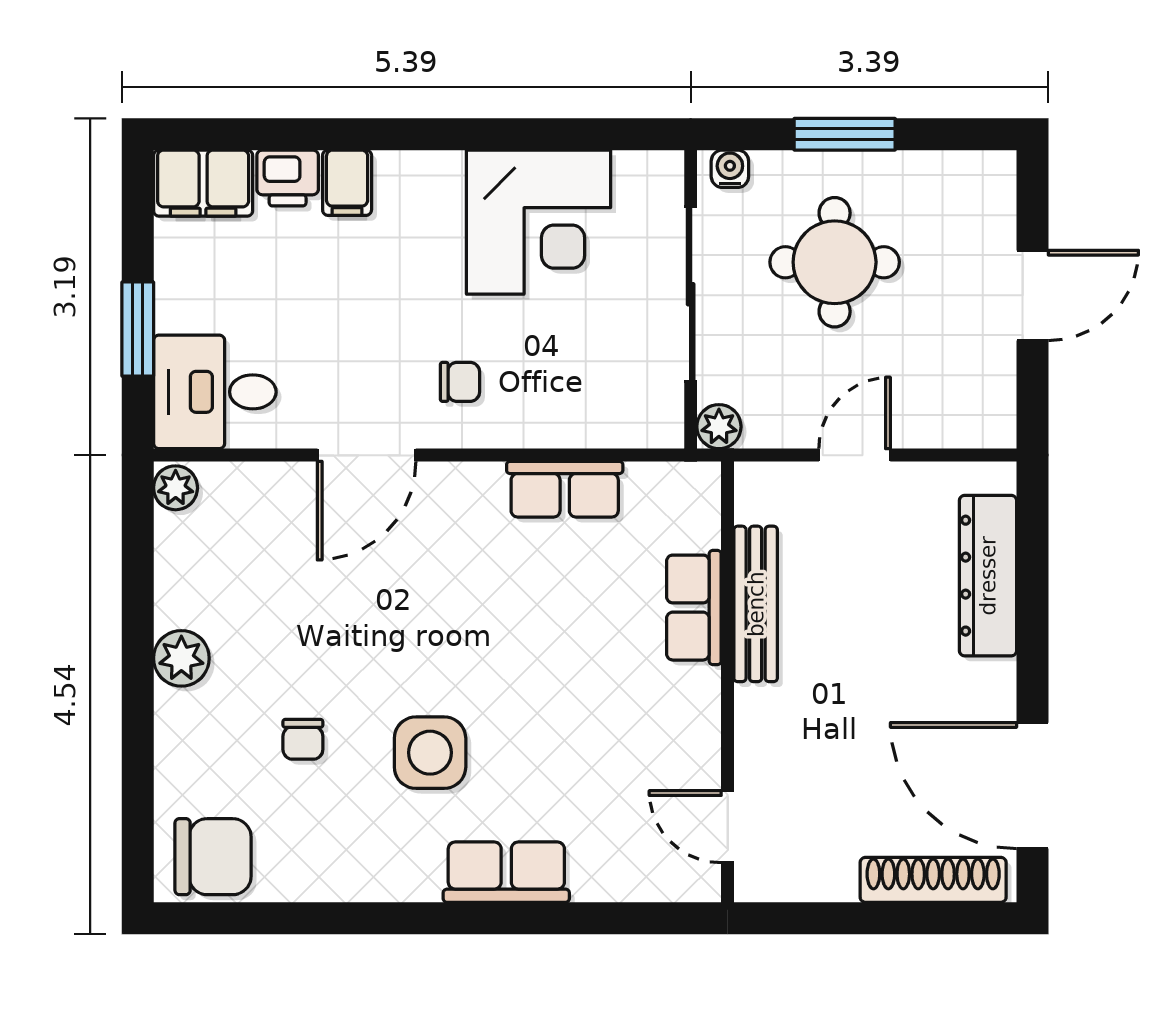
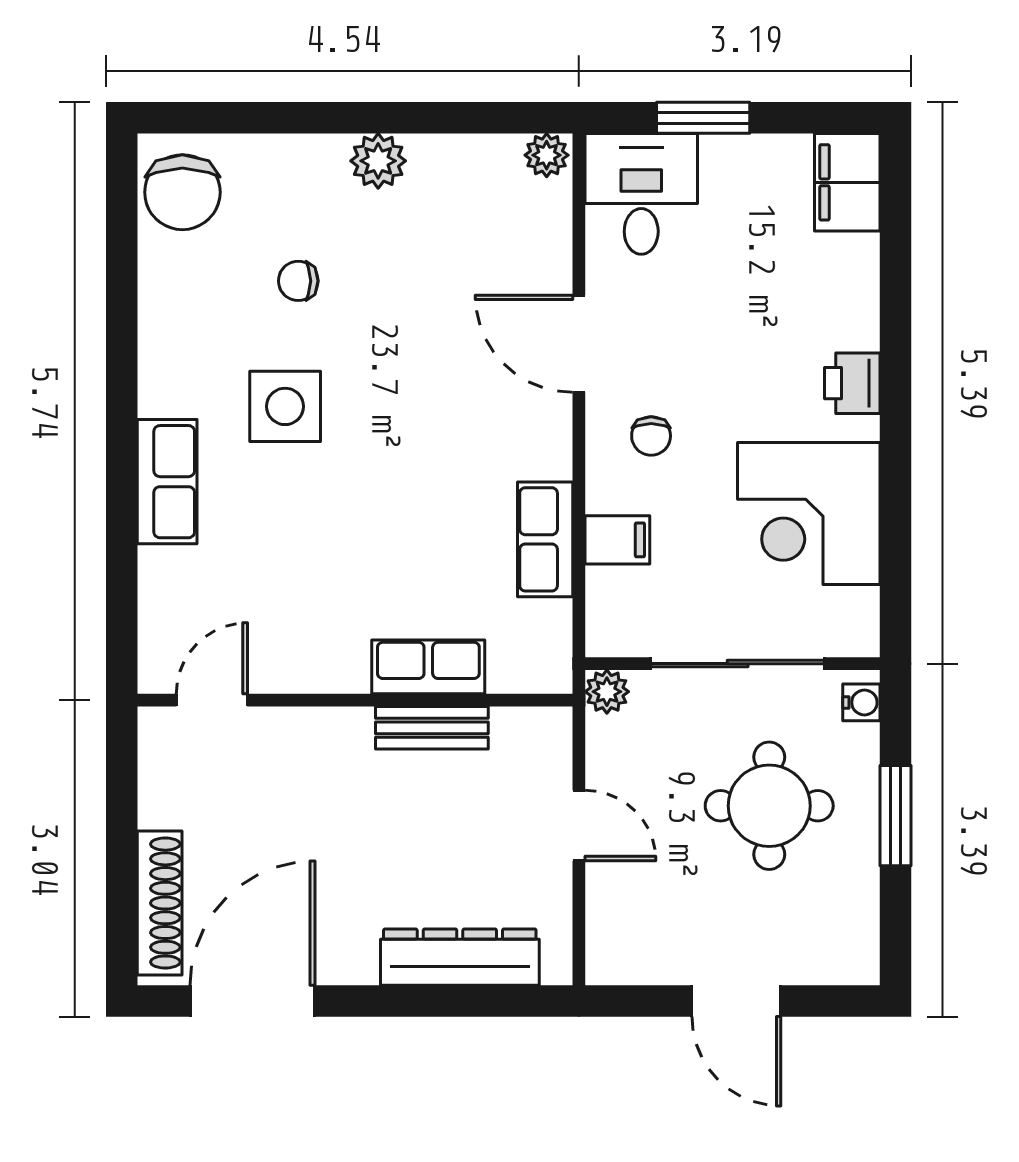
printer: (288, 178) -> (852, 383), moved
filing cabinet: (347, 183) -> (617, 540), moved, turned 180
bench: (756, 604) -> (432, 728), width x0.73

